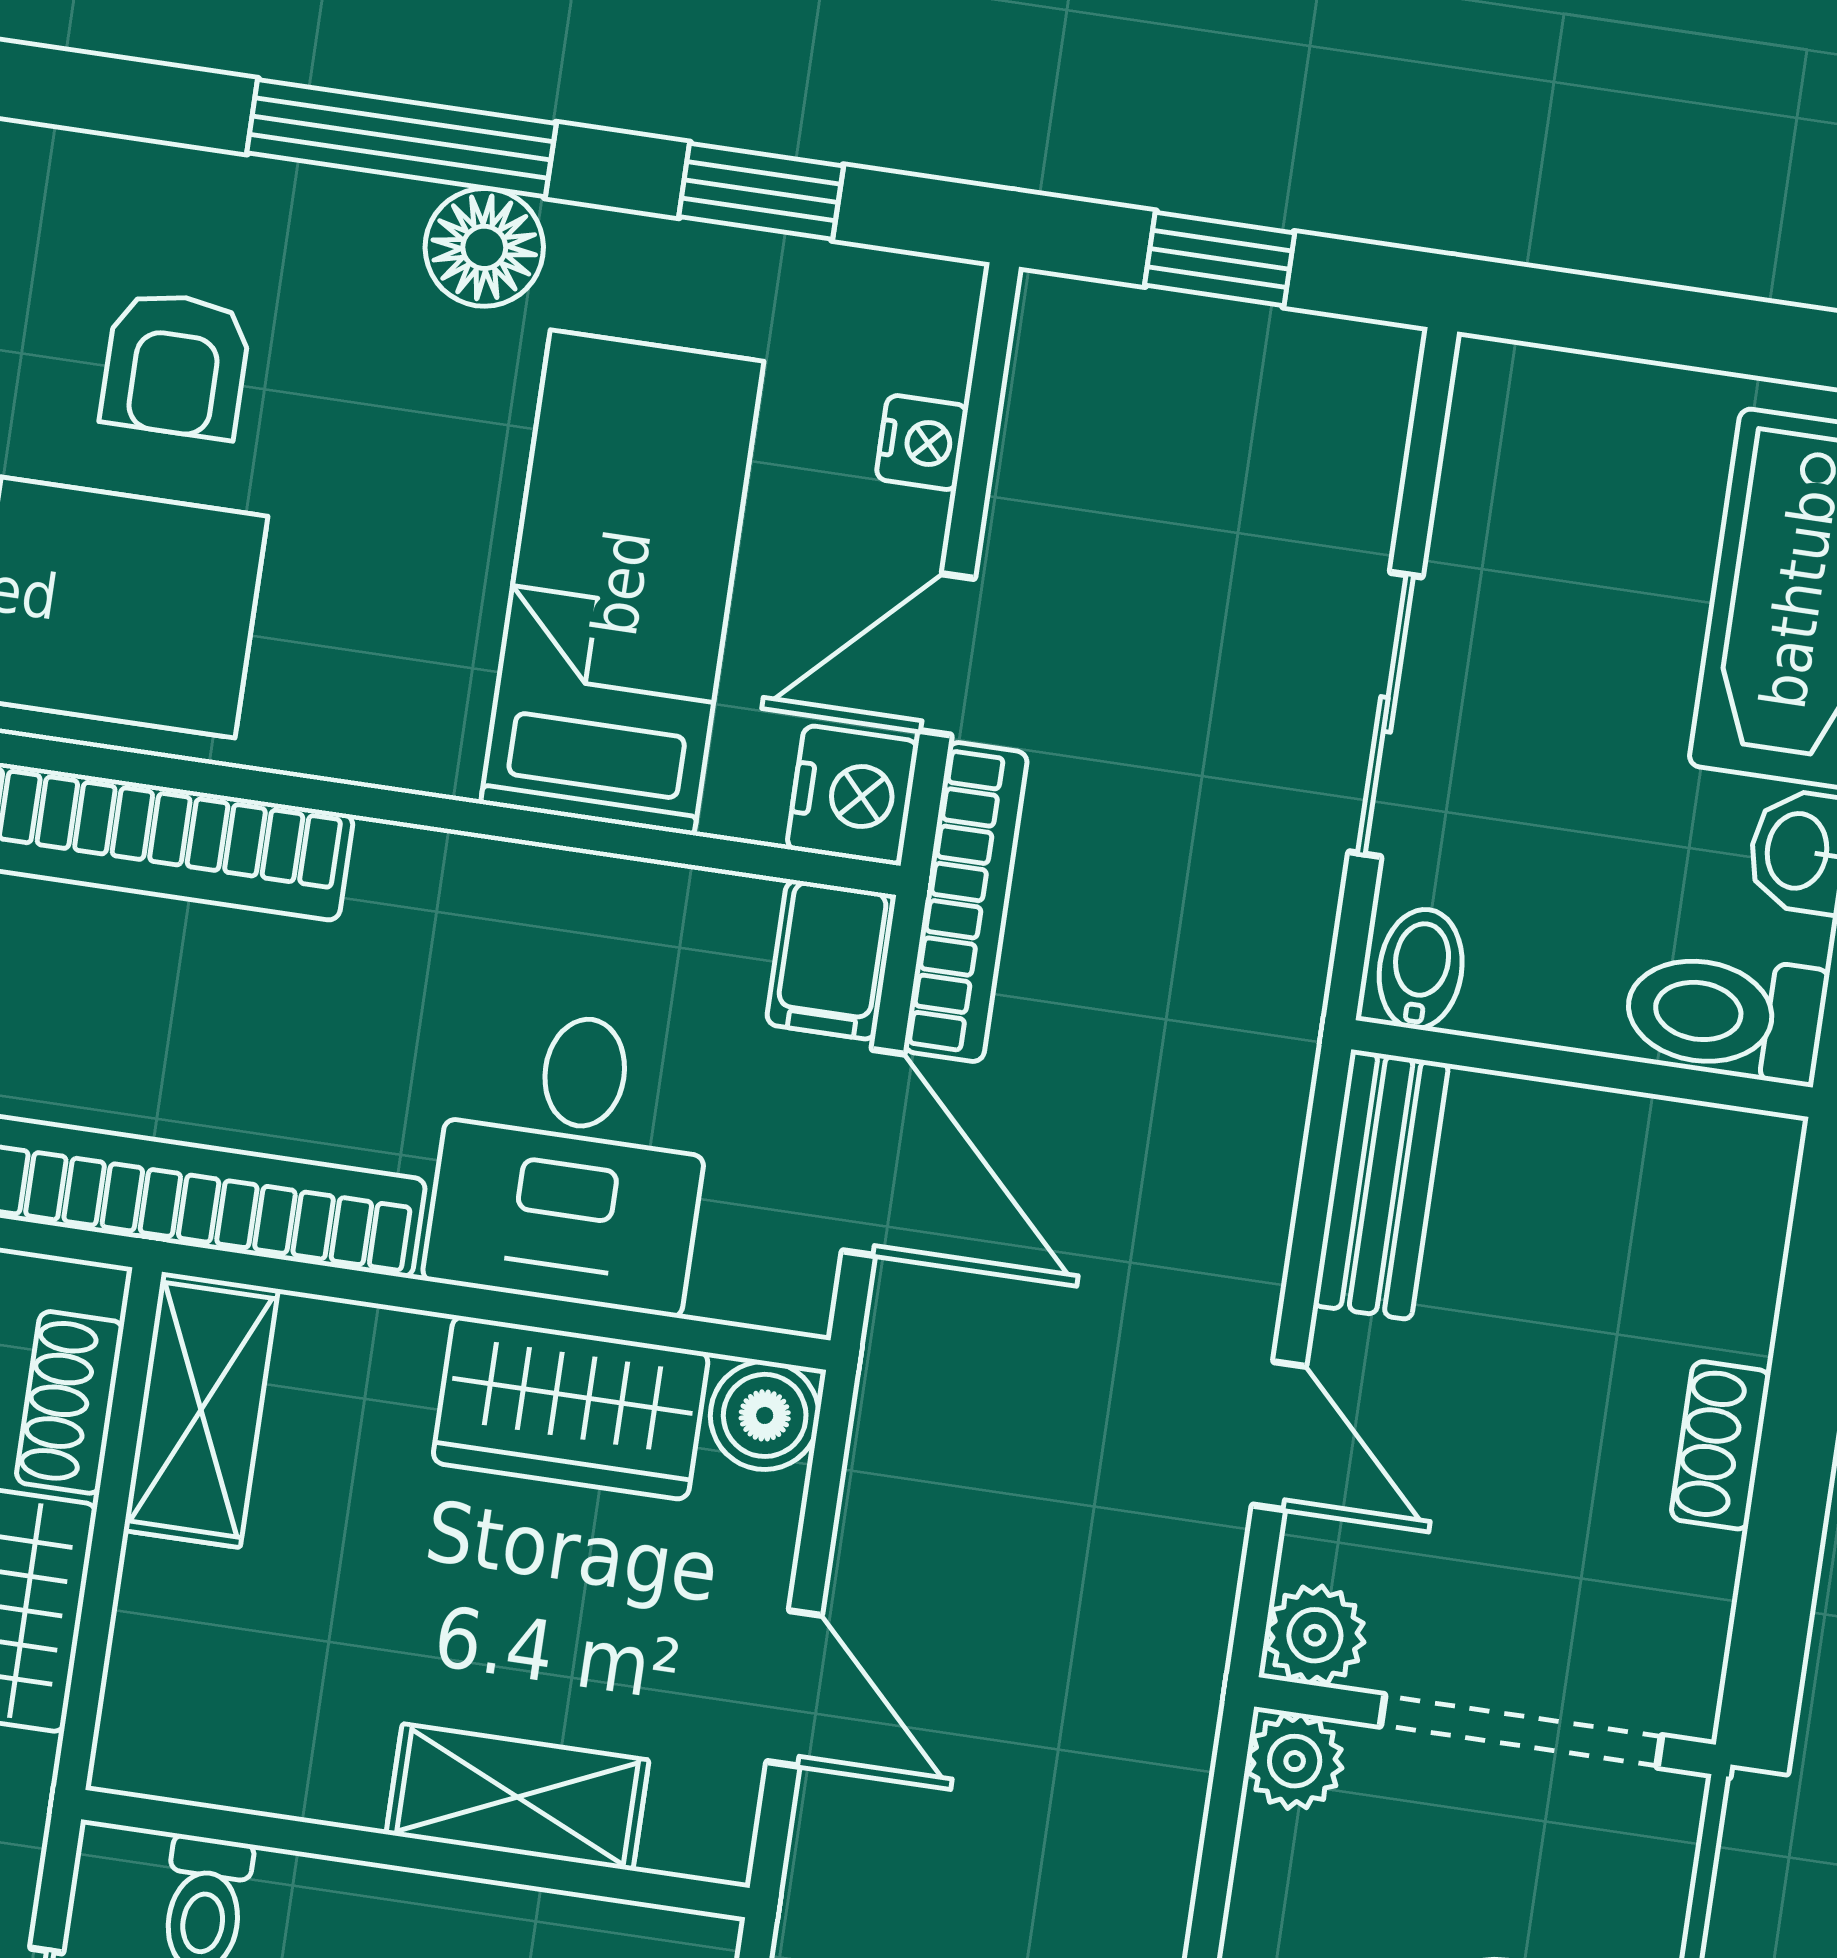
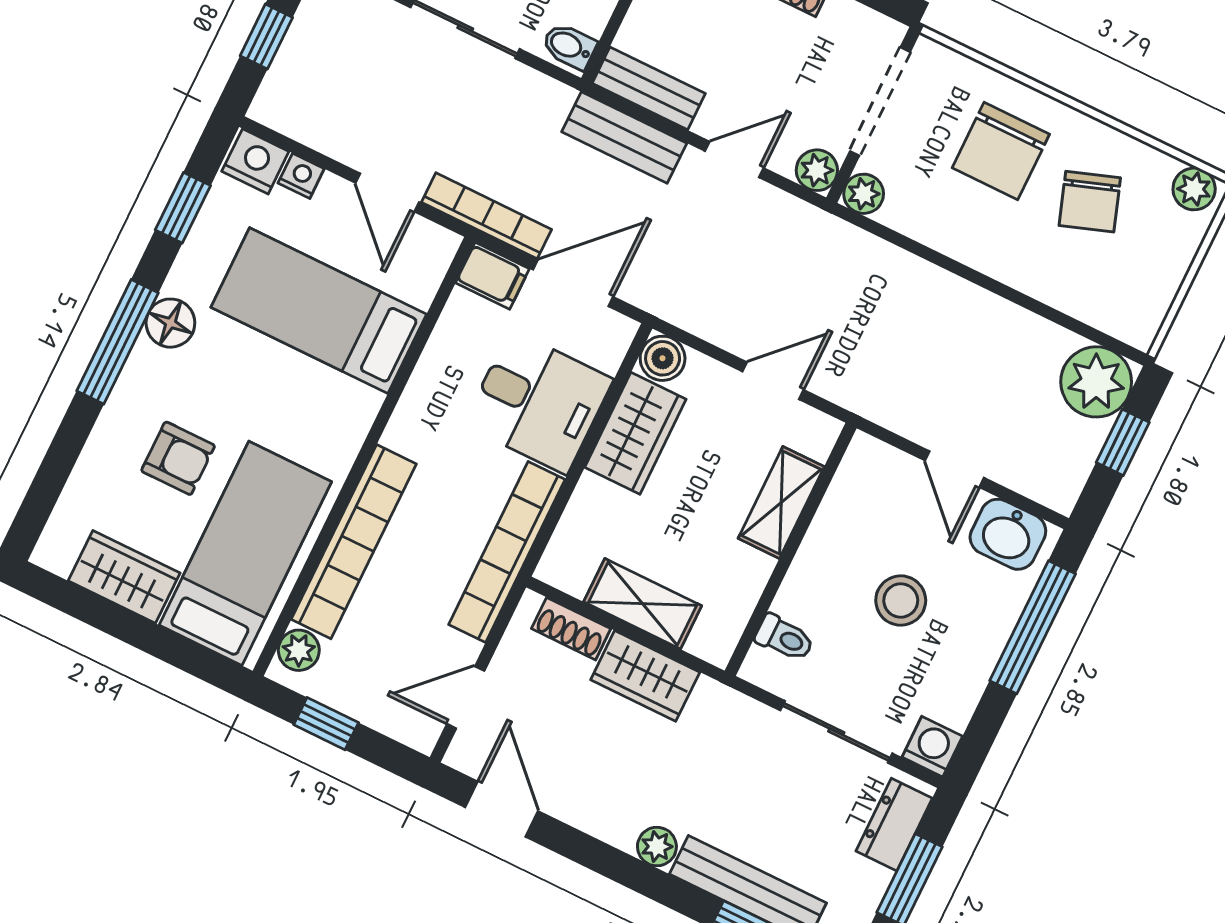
nightstand: (853, 795) -> (255, 161), moved
bench: (1249, 1164) -> (624, 137), added
shelving: (201, 1410) -> (643, 604), moved

